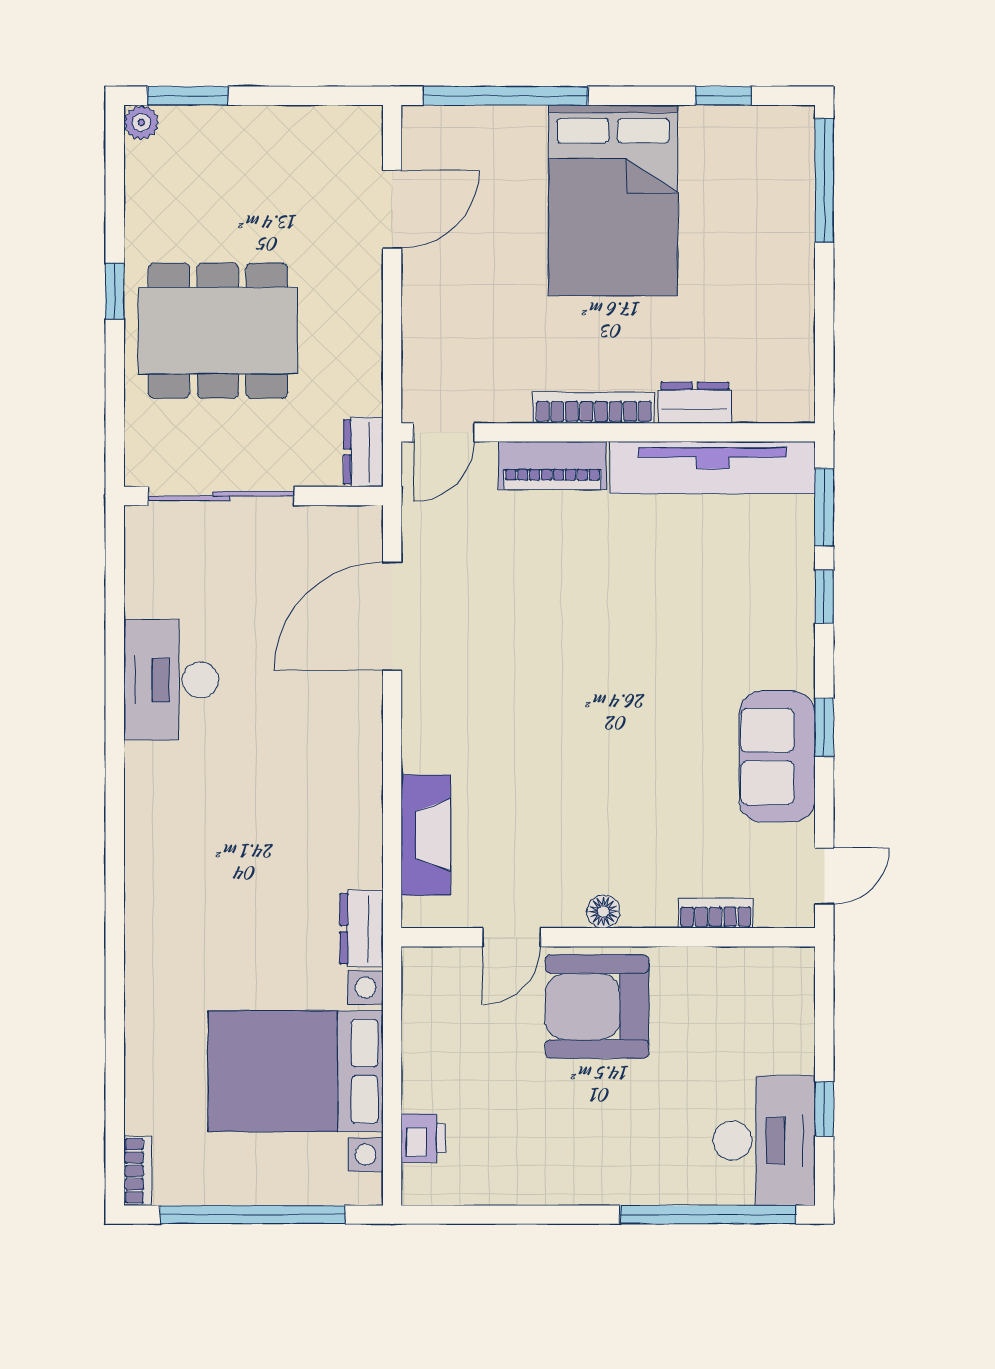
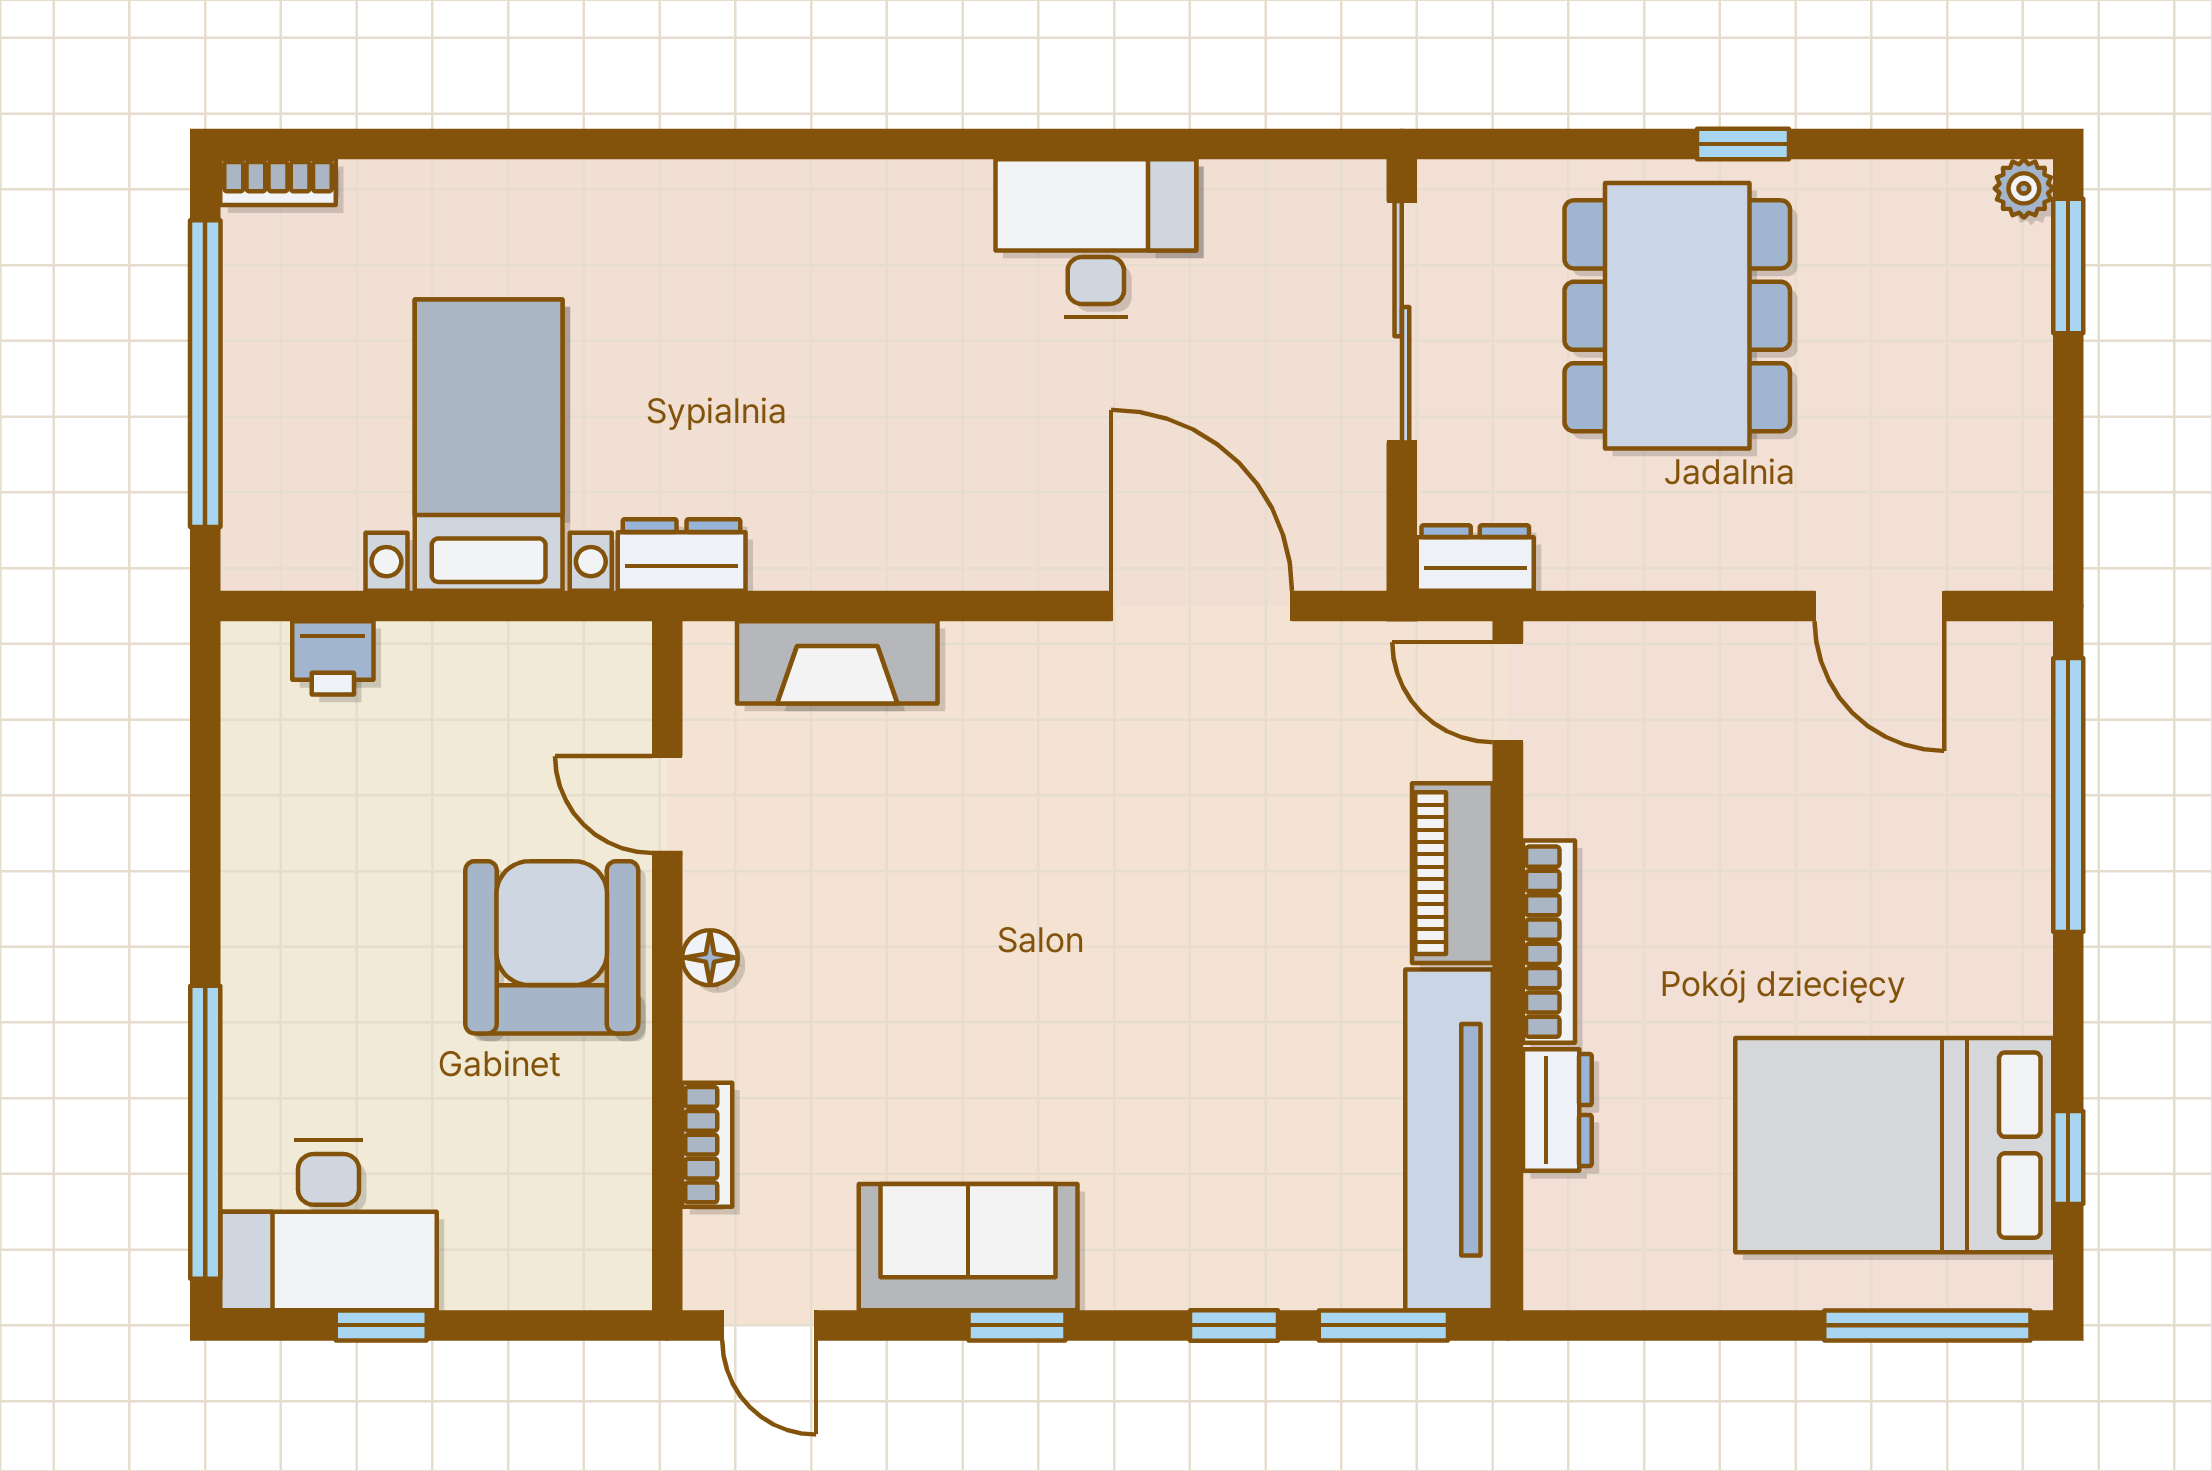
bed: (613, 200) -> (1894, 1145), moved
bed with nightstands: (296, 1071) -> (489, 445), width x0.73

